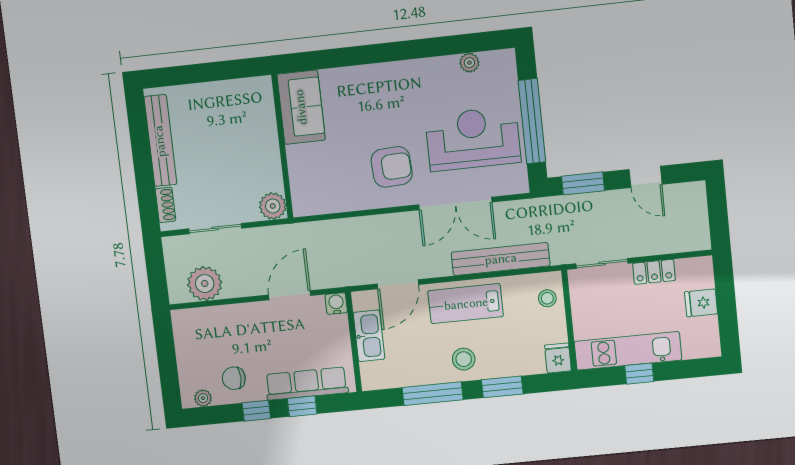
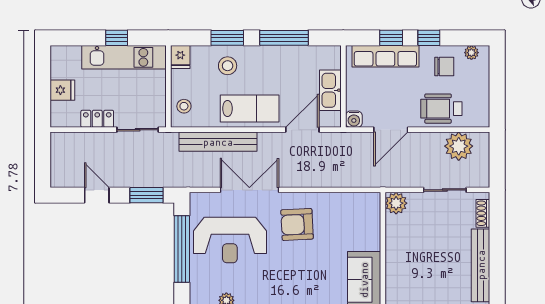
wheelchair: (231, 327) -> (441, 109), added
stool: (464, 359) -> (228, 66), moved

